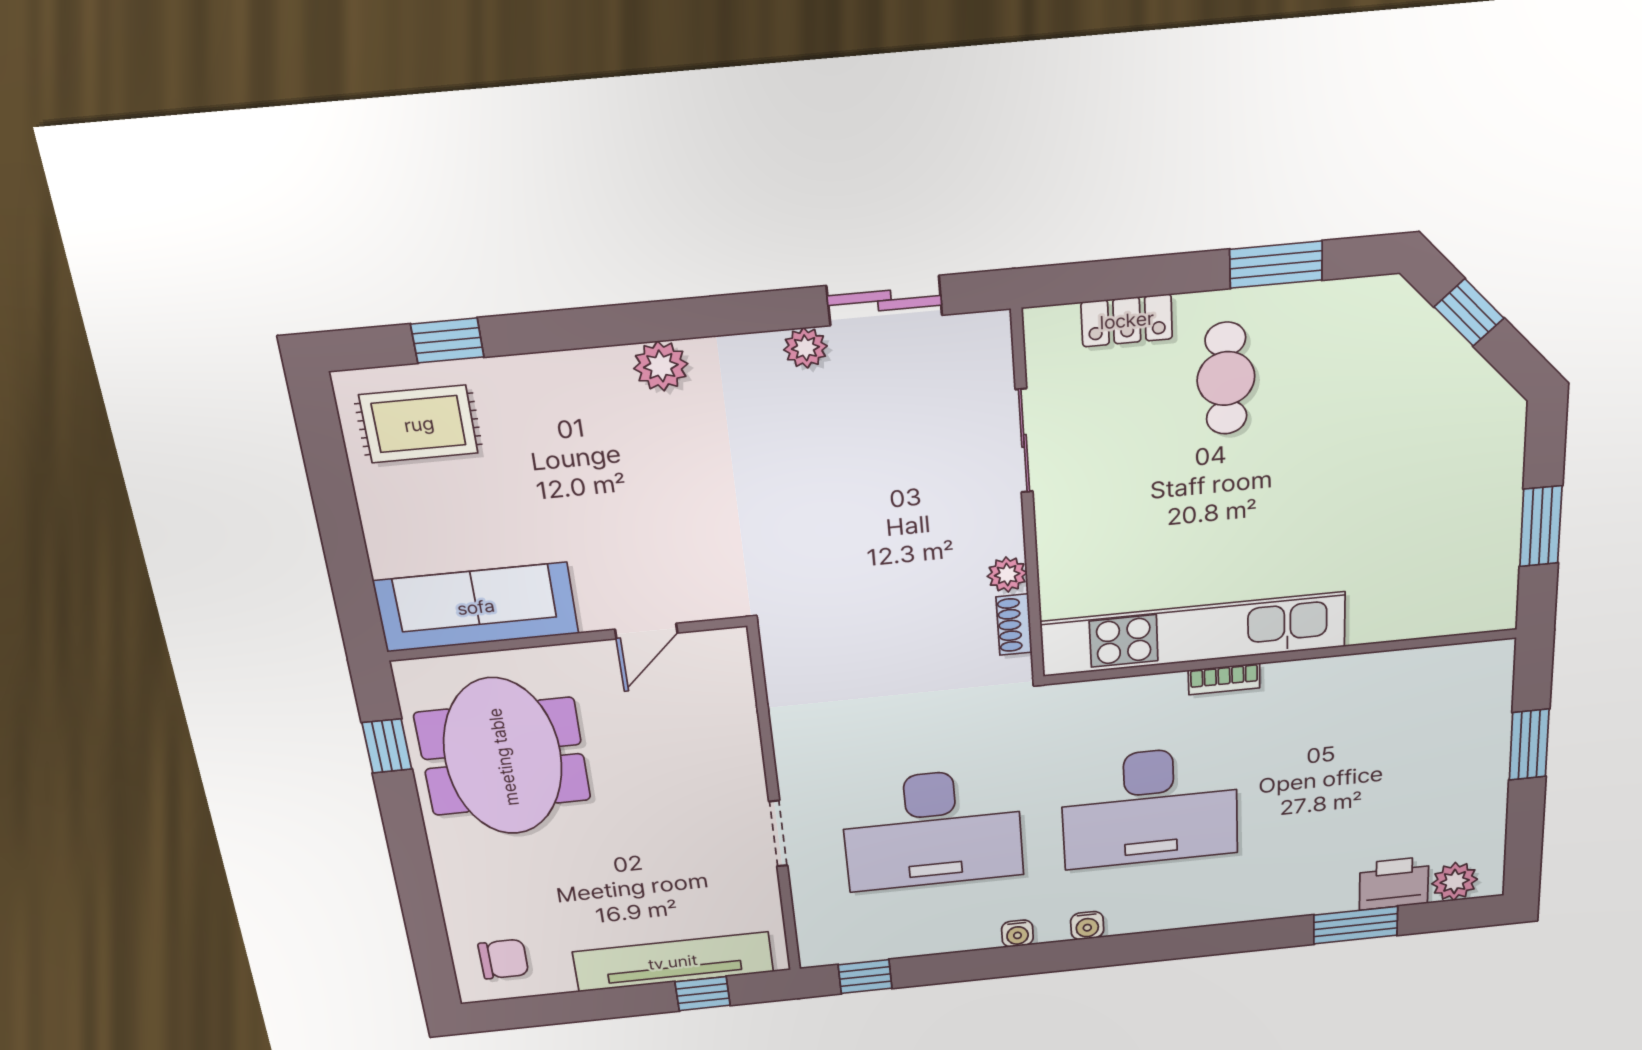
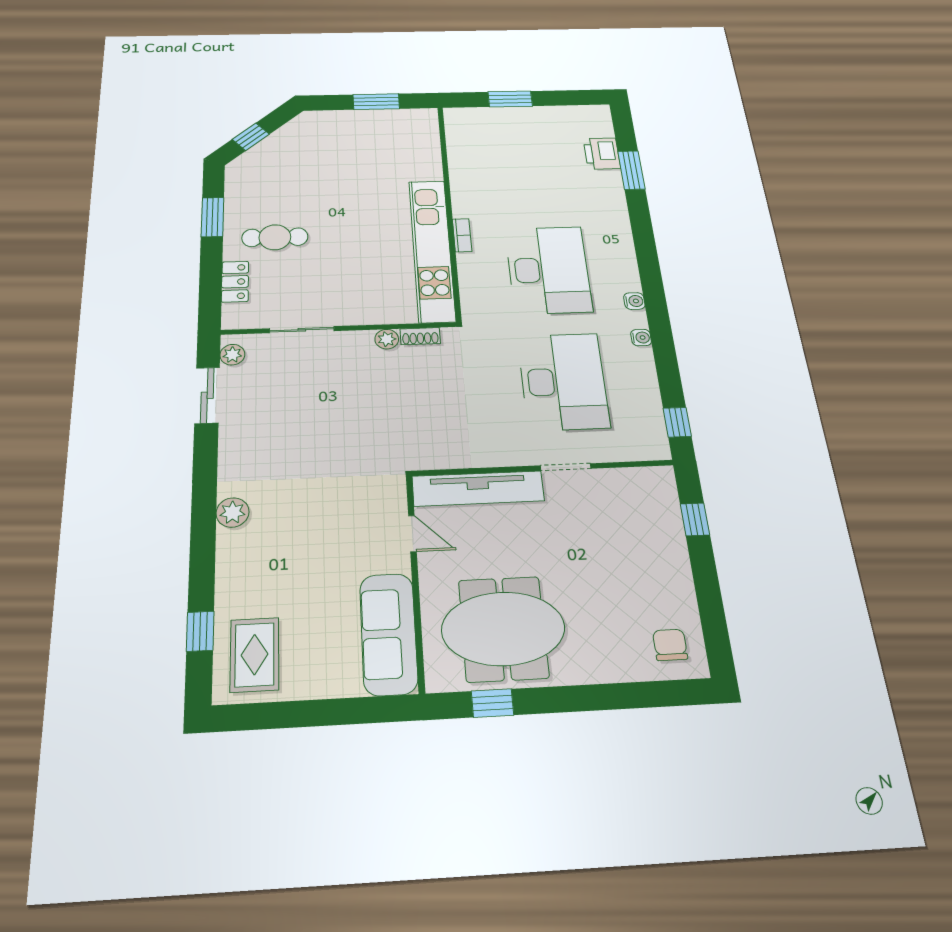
plant: (805, 348) -> (232, 355), moved
plant: (1455, 881) -> (600, 126), removed
tv unit: (673, 962) -> (478, 488), moved, turned -90

